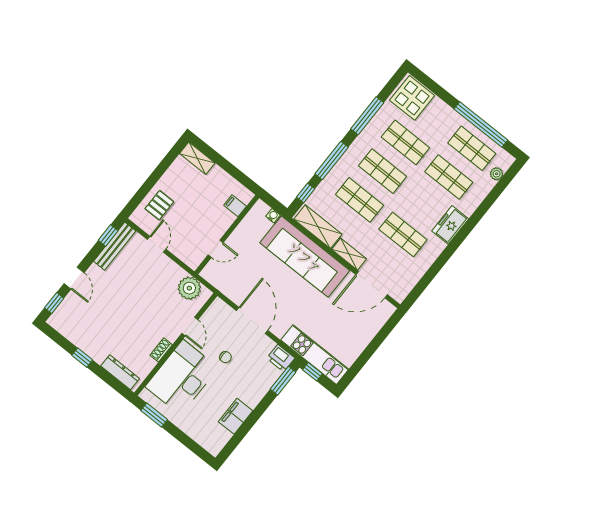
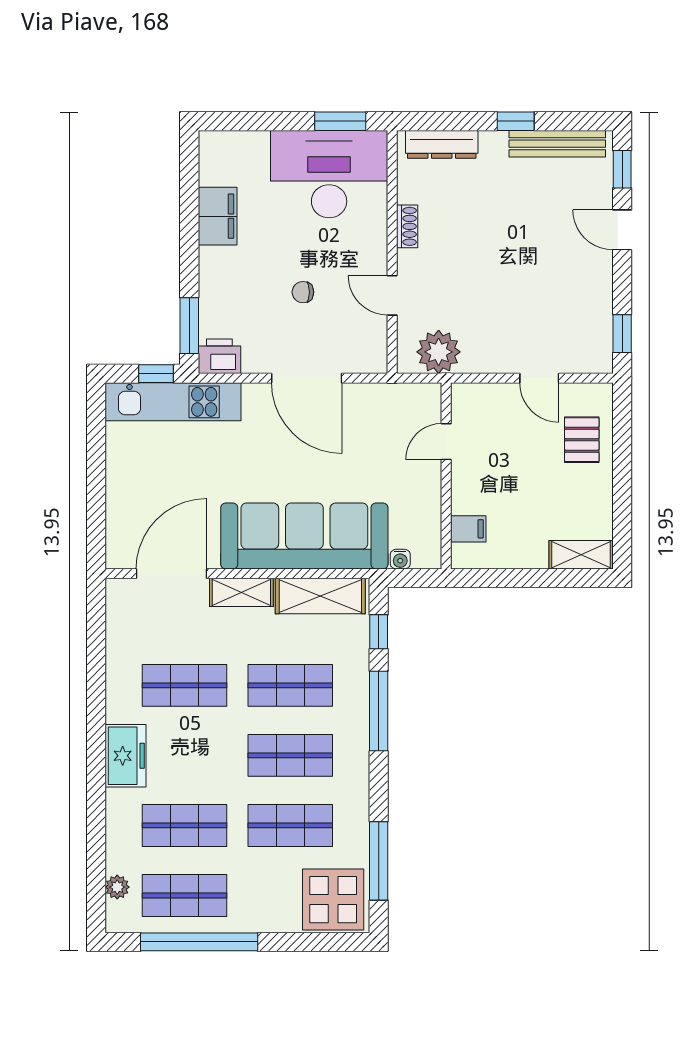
window: (367, 116) -> (379, 861), moved
bench: (115, 246) -> (557, 144), moved, turned 90
desk: (182, 377) -> (329, 174), moved, turned -90

